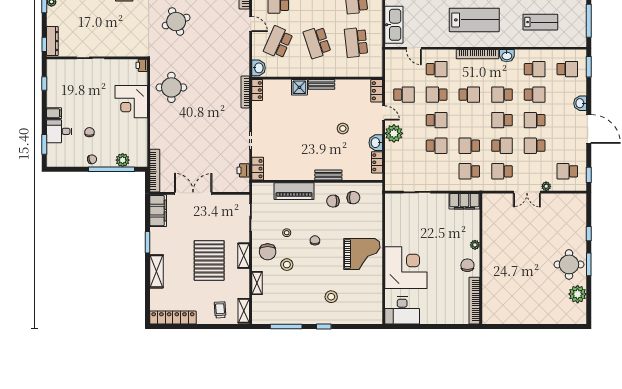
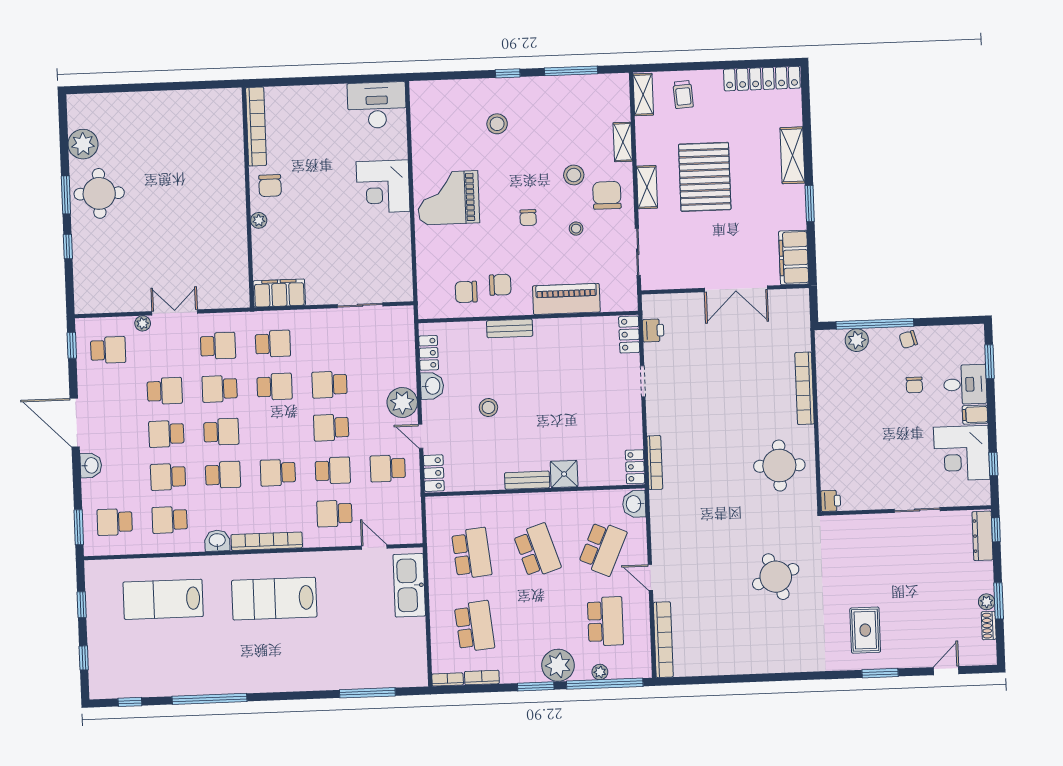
window: (589, 21) -> (82, 605), width x0.46
lab bench: (540, 22) -> (163, 599), width x1.36, depth x1.39
corner desk: (131, 102) -> (962, 453), moved, turned 180
school desk: (535, 120) -> (166, 434), turned 180
bookcase: (155, 171) -> (805, 388), moved
corner desk: (406, 268) -> (383, 187), width x0.74, depth x0.74

